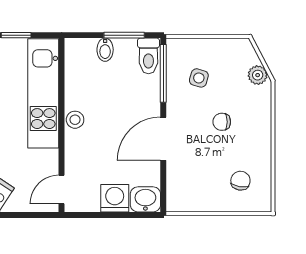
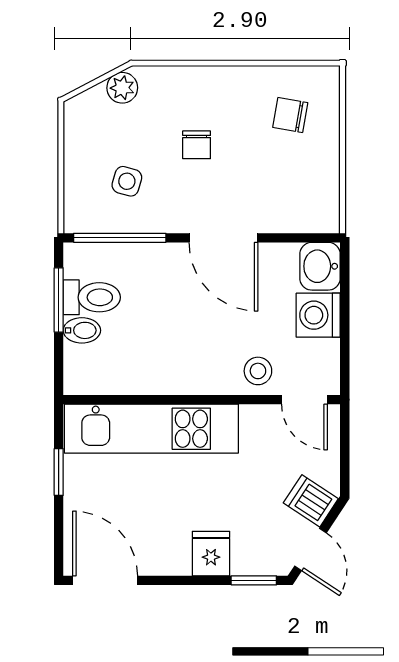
toilet: (148, 56) -> (92, 297), moved
stool: (75, 120) -> (258, 371), moved

